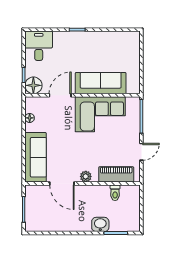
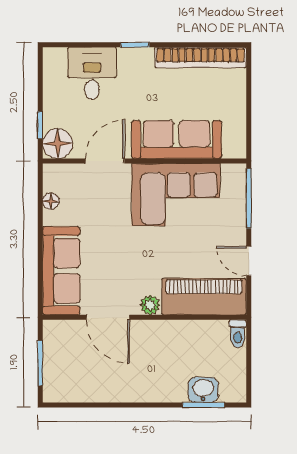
bookcase: (114, 37) -> (201, 58), added
desk: (39, 46) -> (92, 73), moved
door: (141, 152) -> (249, 261), swing flipped
piano: (116, 174) -> (204, 297), width x1.37, depth x1.33
toilet: (115, 193) -> (238, 334), moved
washbasin: (100, 224) -> (203, 390), moved

